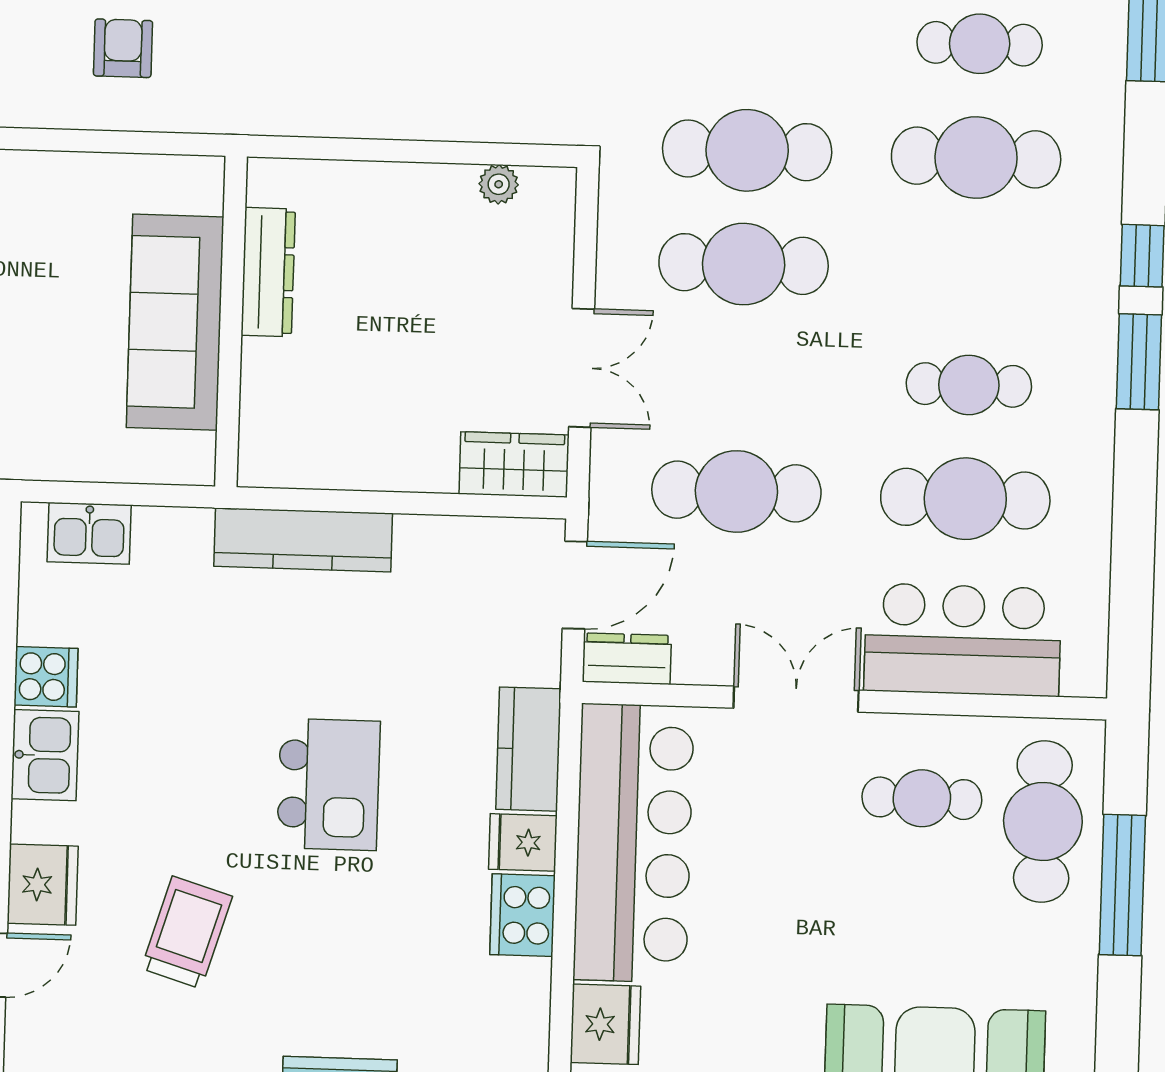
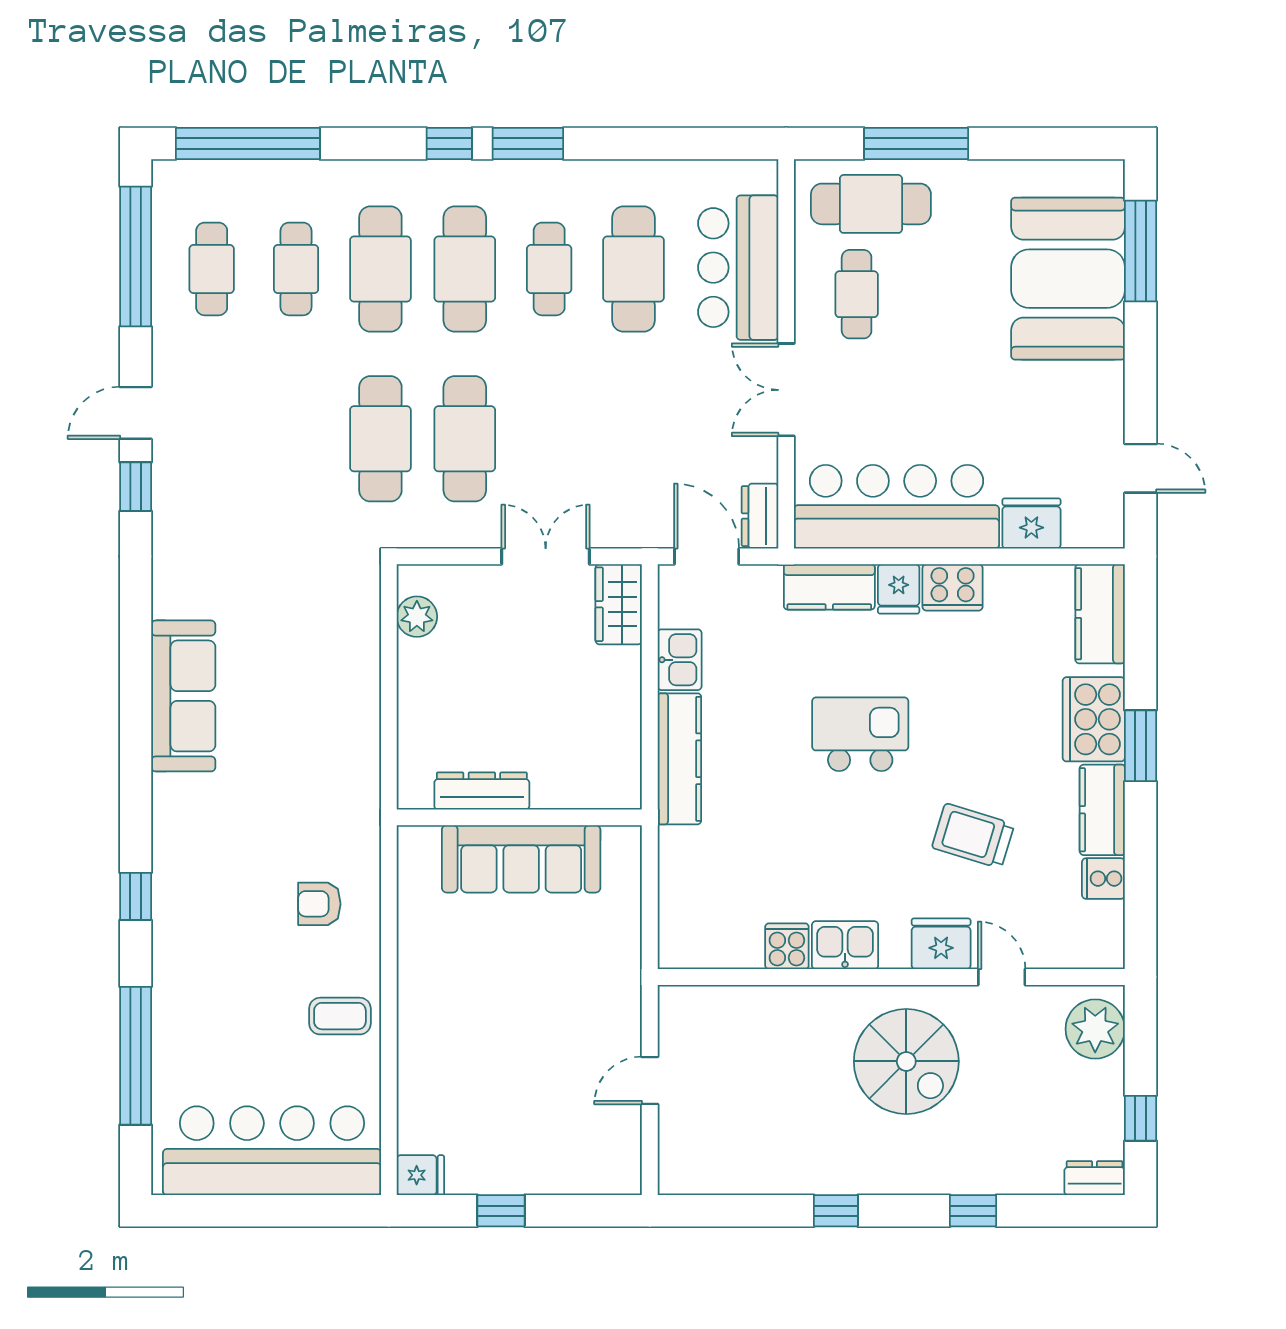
plant: (499, 184) -> (417, 617), width x1.38, depth x1.38
cafe table: (736, 491) -> (465, 269), moved
kitchen sink: (89, 533) -> (680, 660), moved

